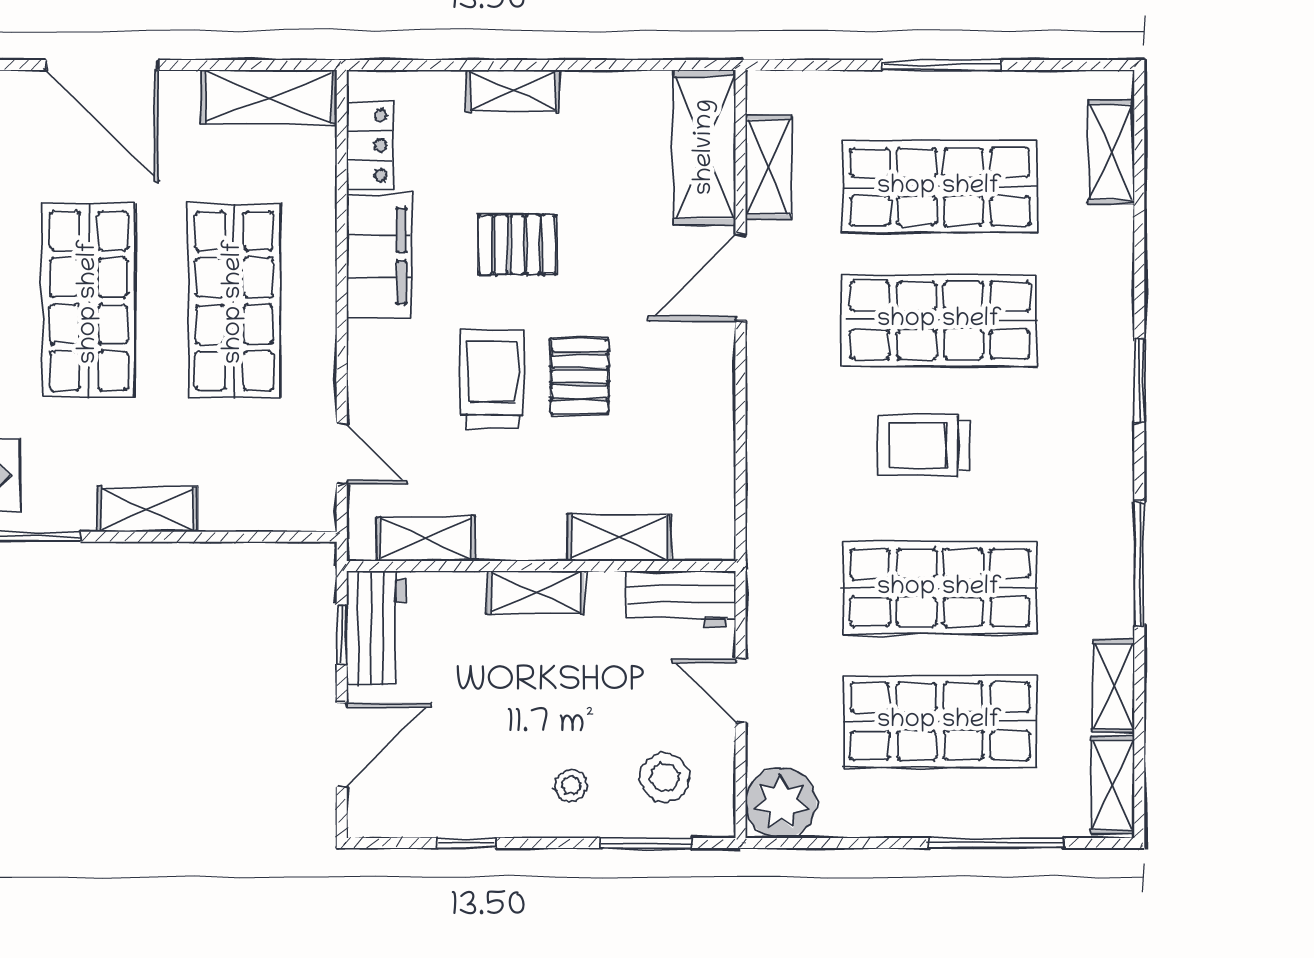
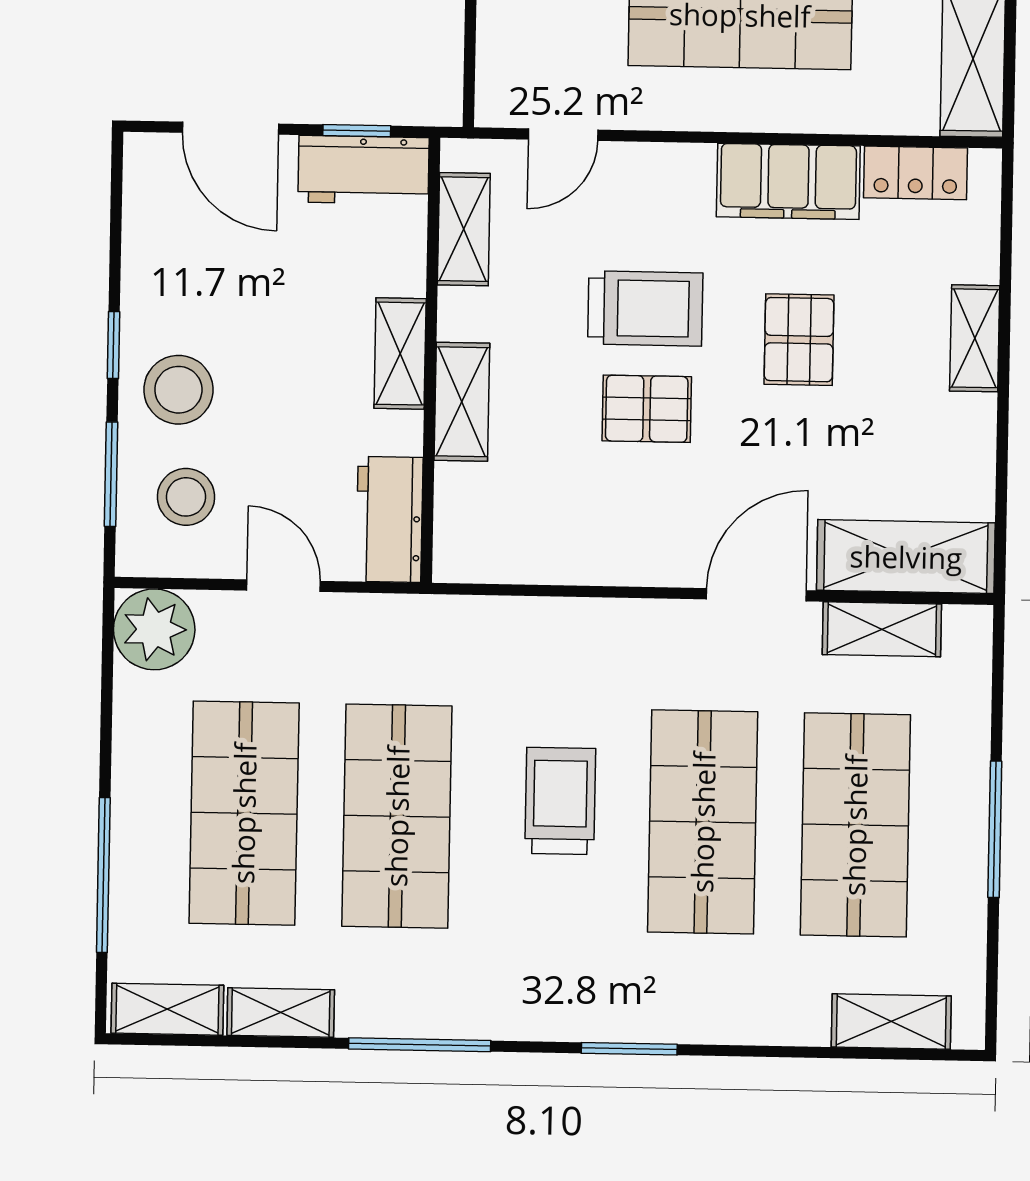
door: (741, 277) -> (756, 595), hinge flipped
shelving: (619, 538) -> (462, 402), moved
door: (741, 691) -> (283, 586), hinge flipped
stool: (571, 786) -> (178, 390), width x1.89, depth x1.89
window: (466, 843) -> (114, 345), moved

